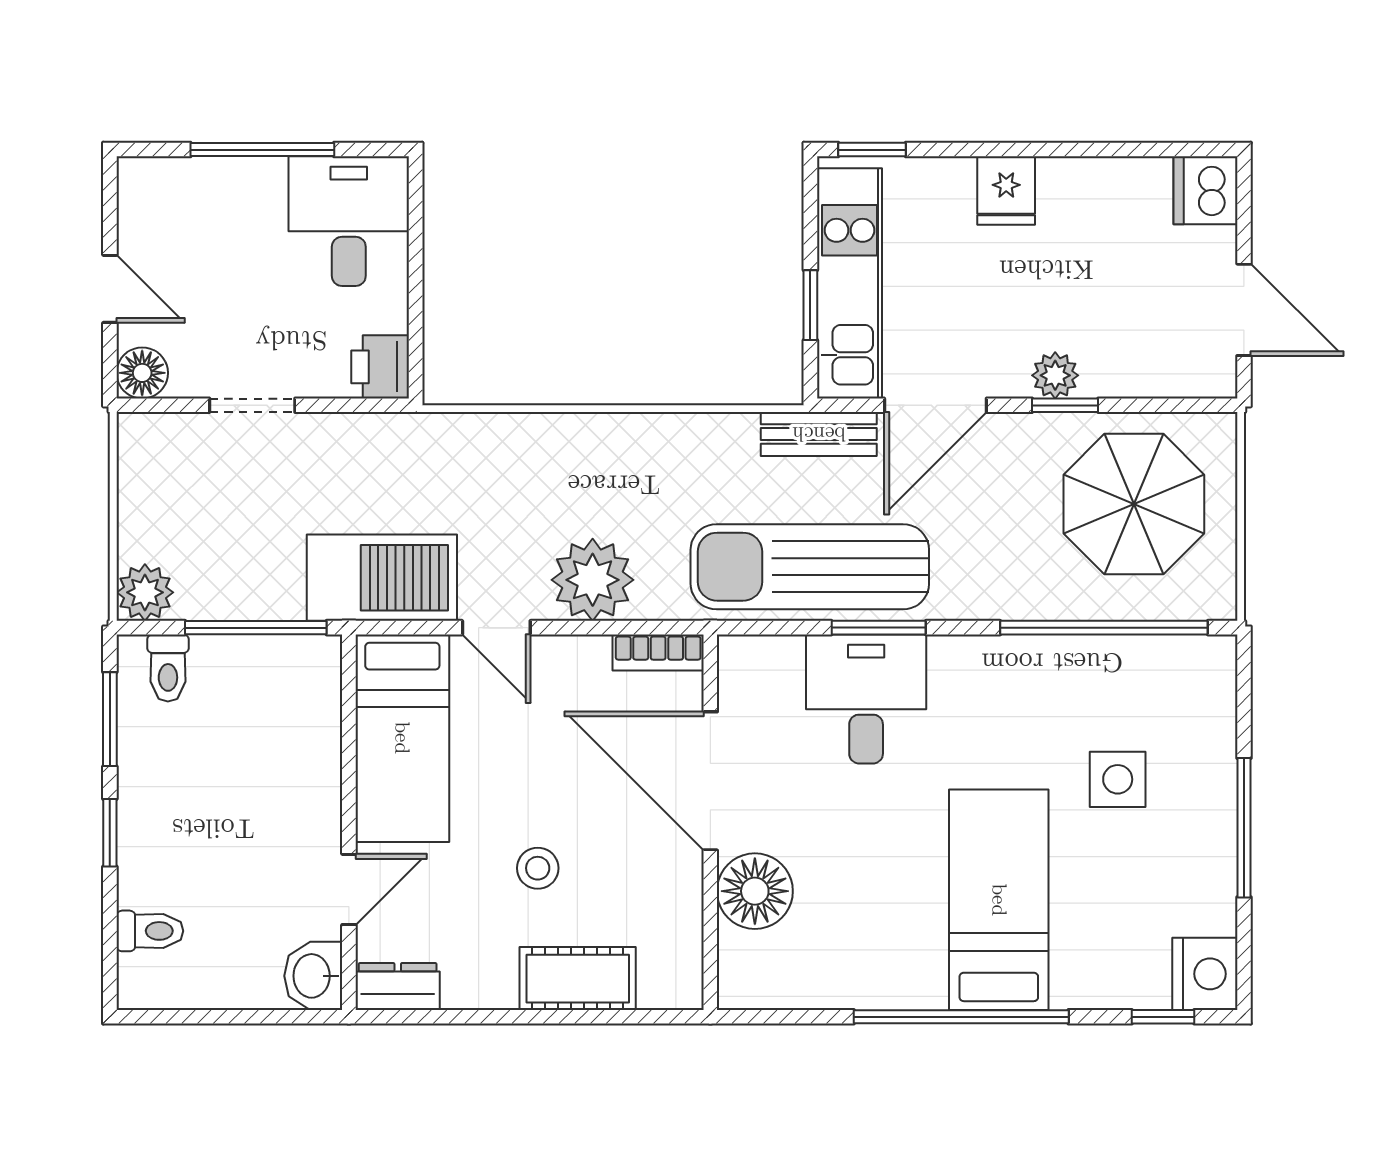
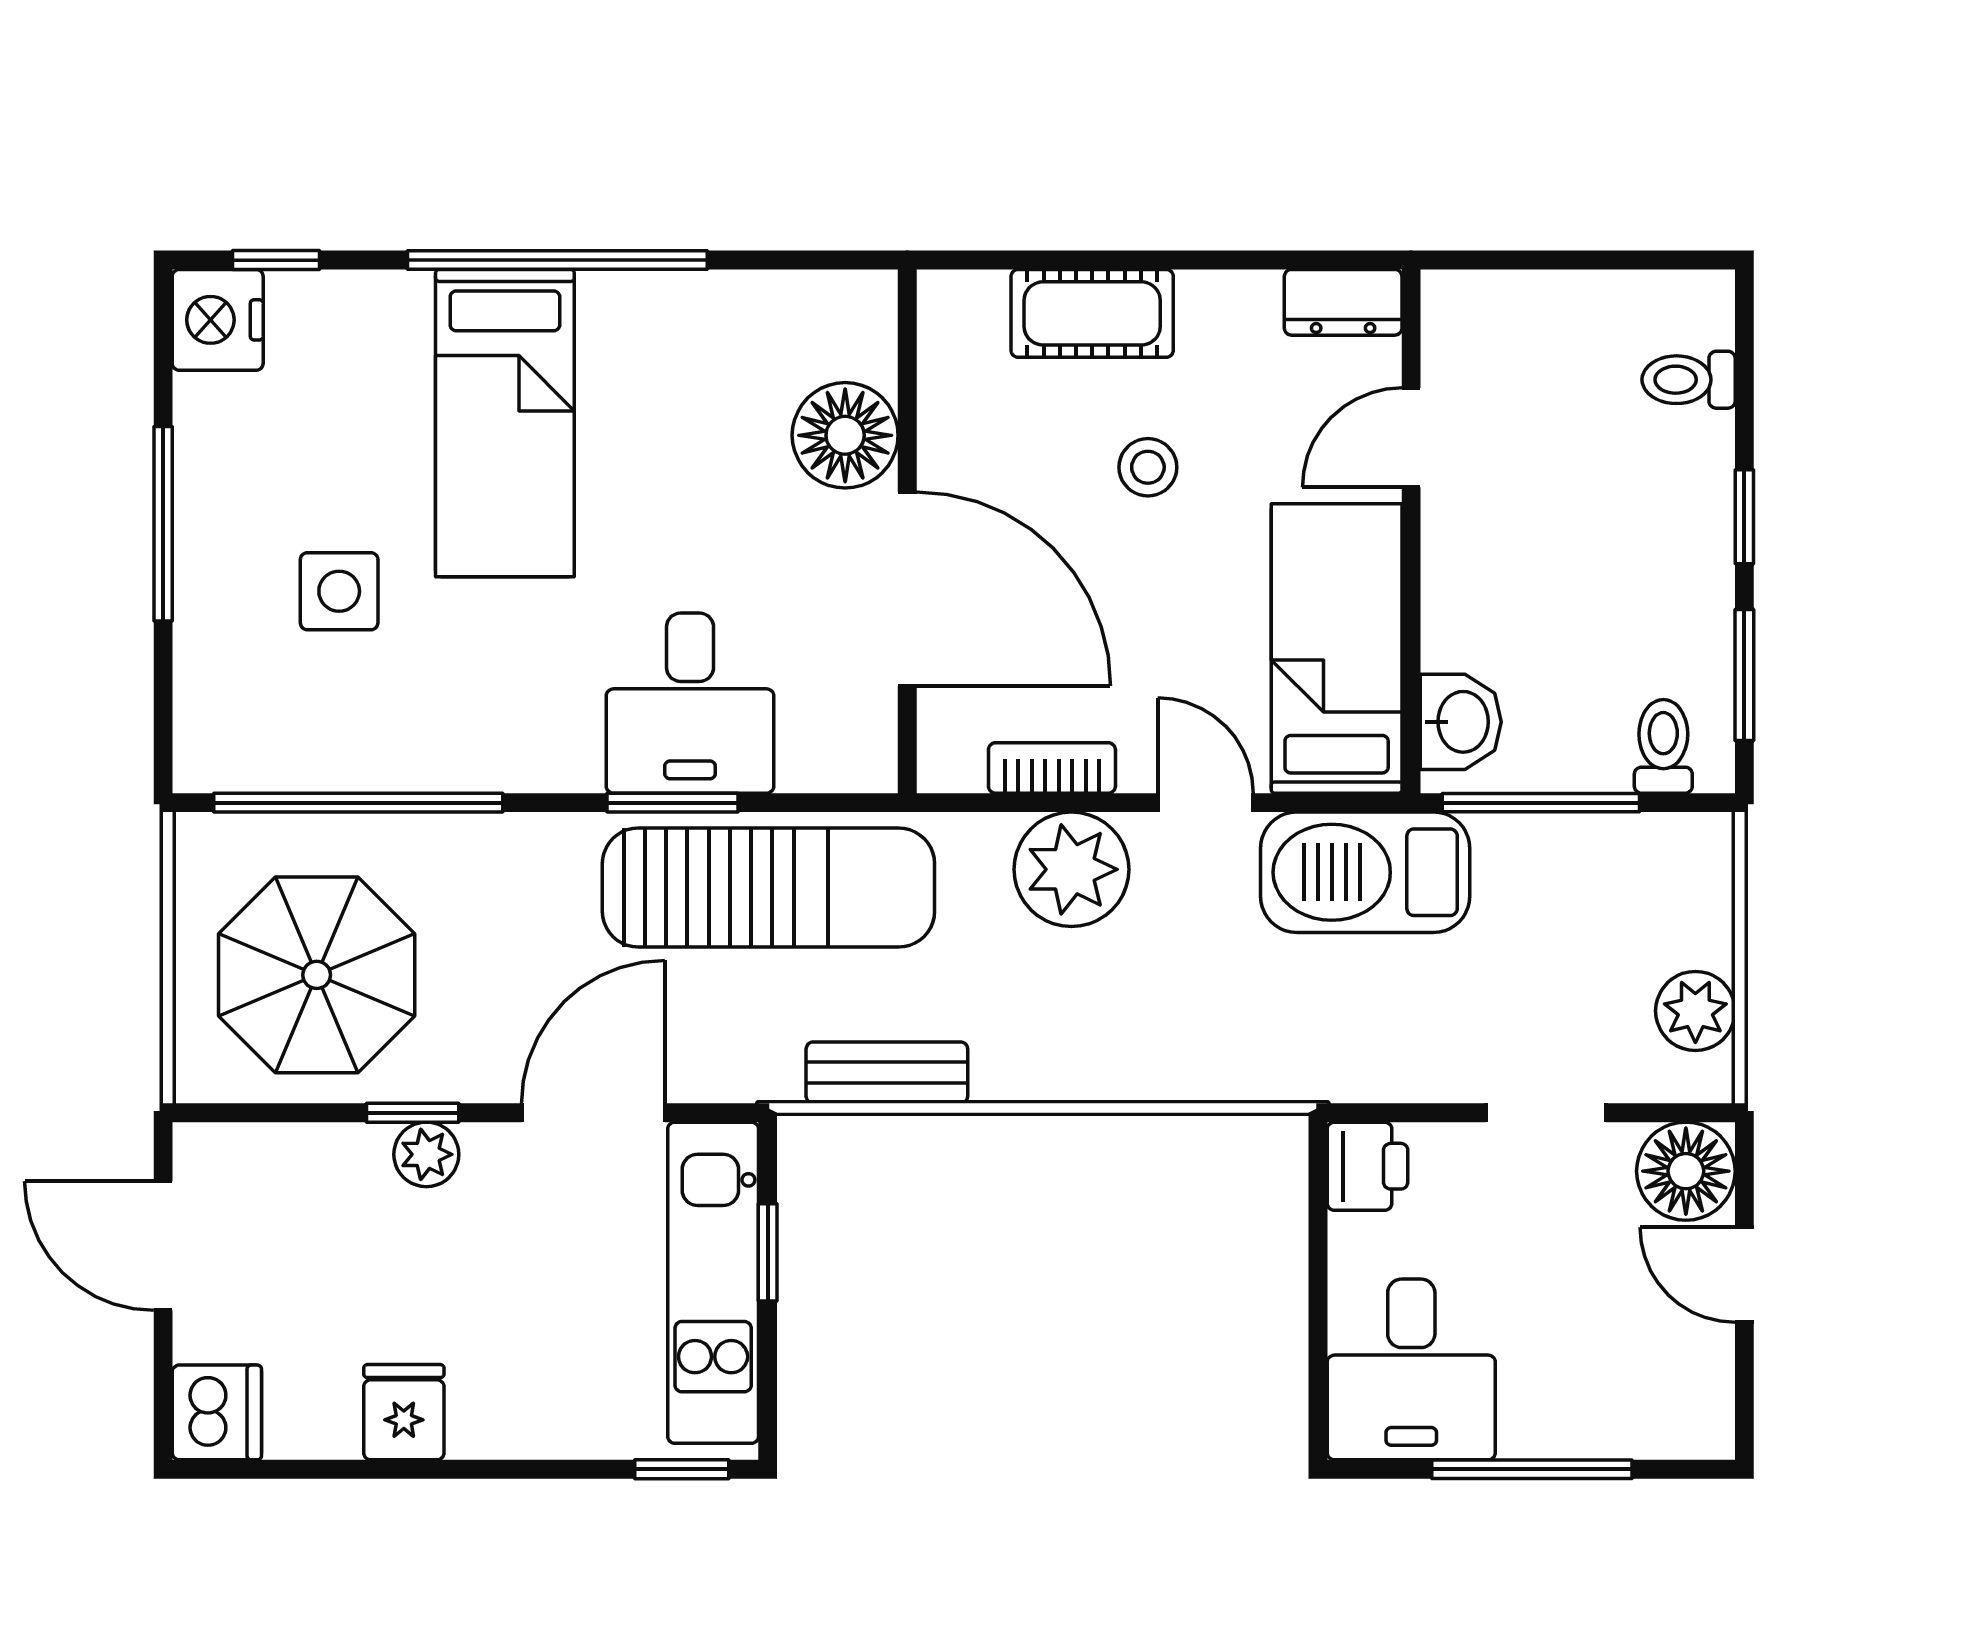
fridge: (1006, 190) -> (404, 1412), moved
floor lamp: (142, 373) -> (1686, 1171), width x1.38, depth x1.38
bench: (819, 434) -> (887, 1073), moved
plant: (145, 592) -> (1695, 1011), moved
bookcase: (658, 652) -> (1052, 768), moved
washbasin: (313, 976) -> (1461, 722), moved

